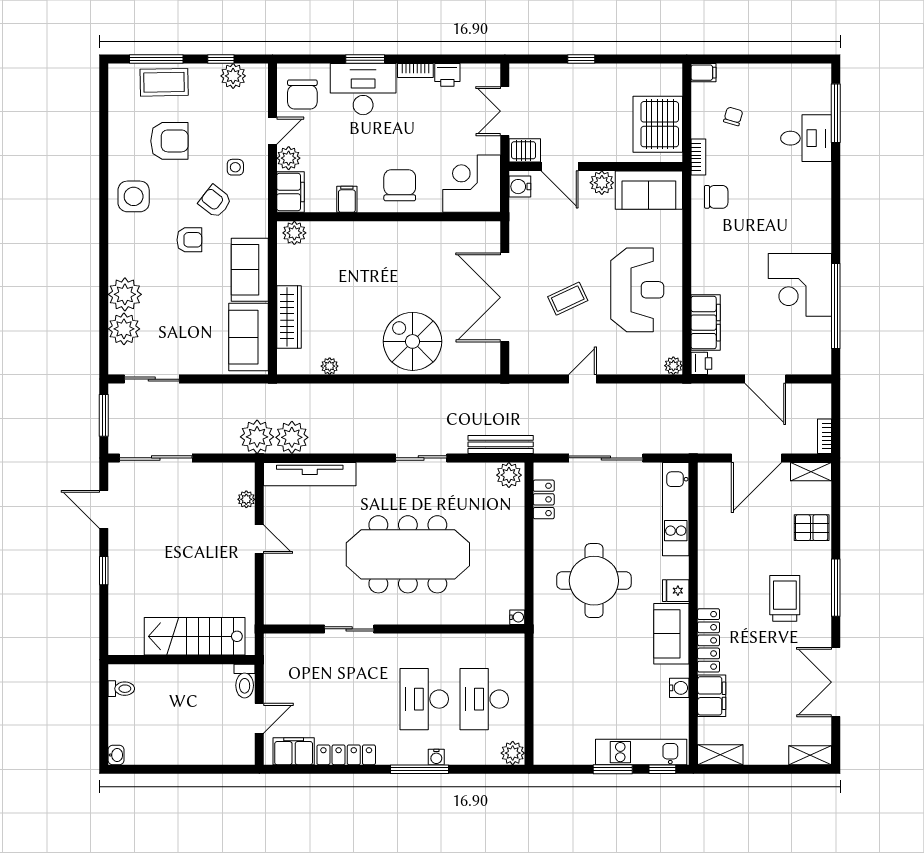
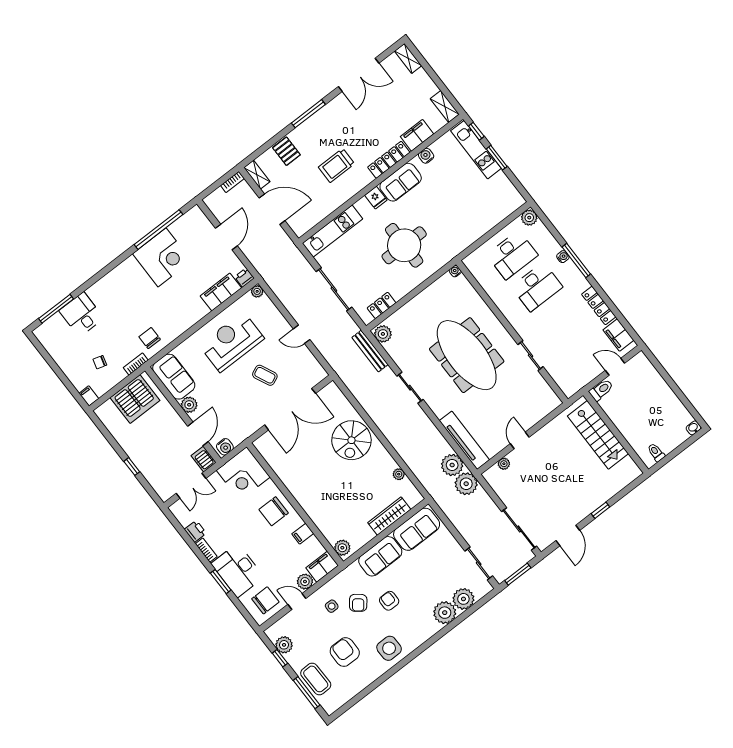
trolley: (785, 598) -> (336, 165), moved

